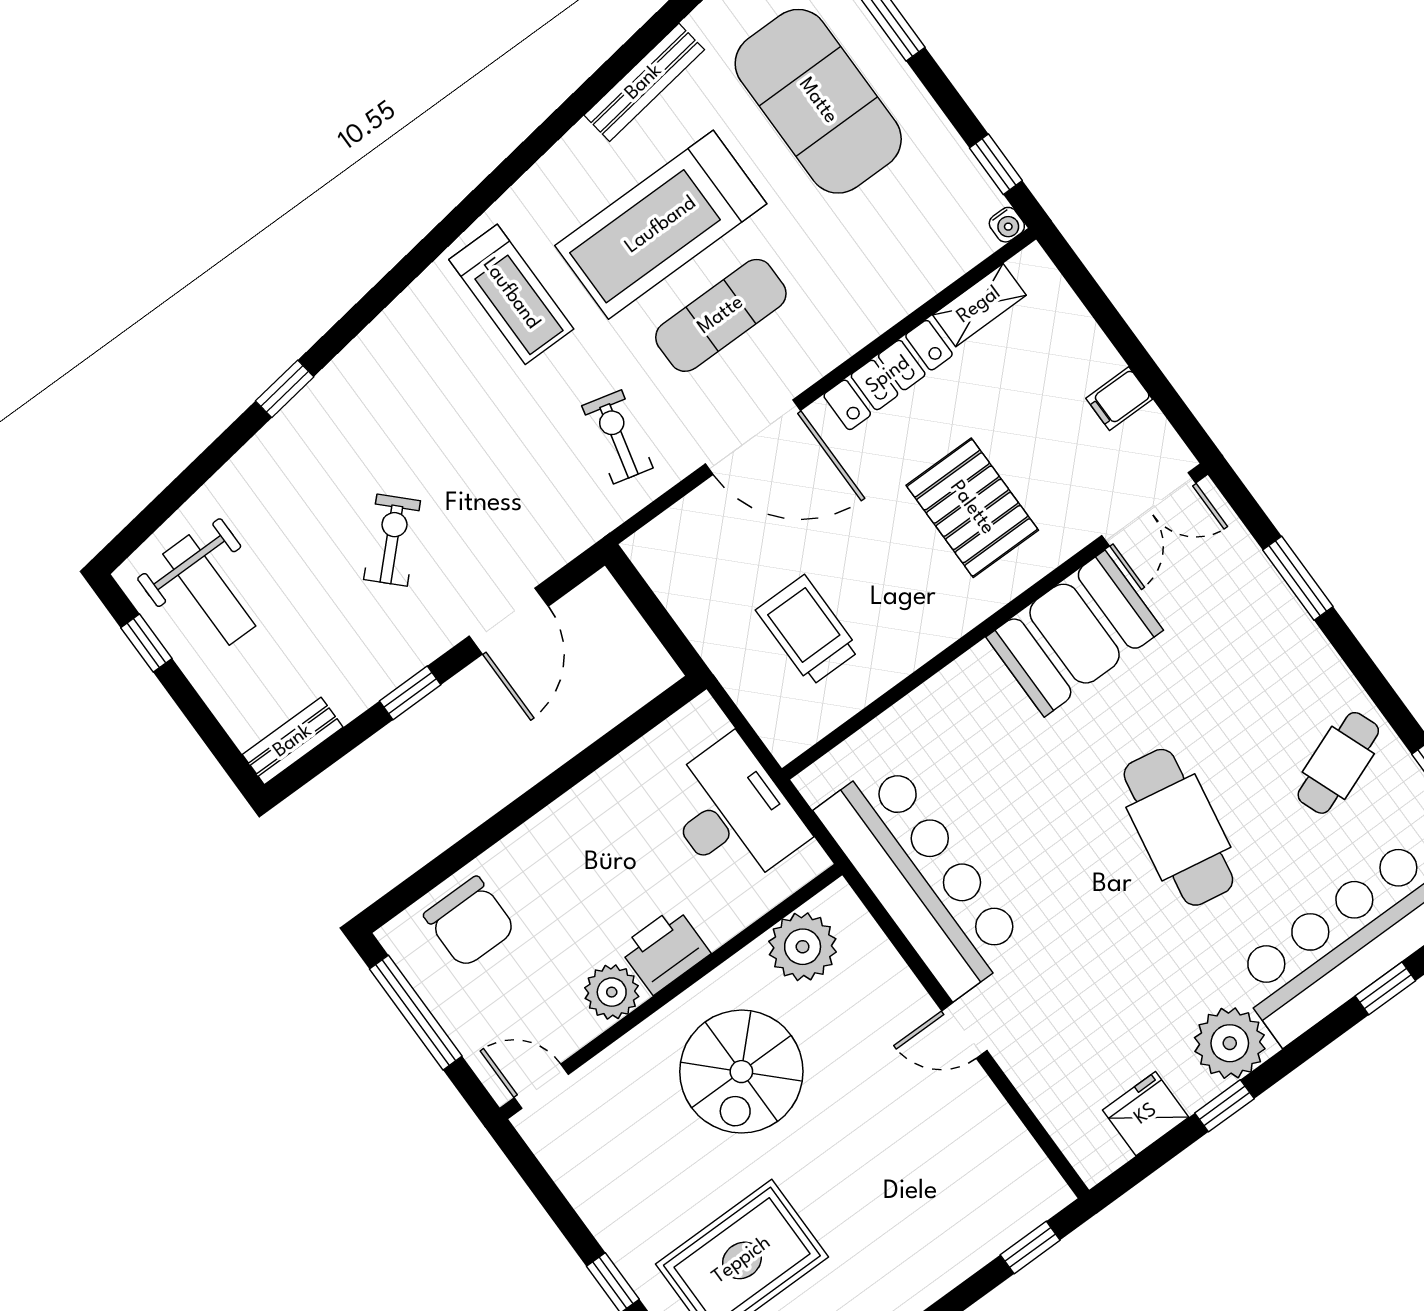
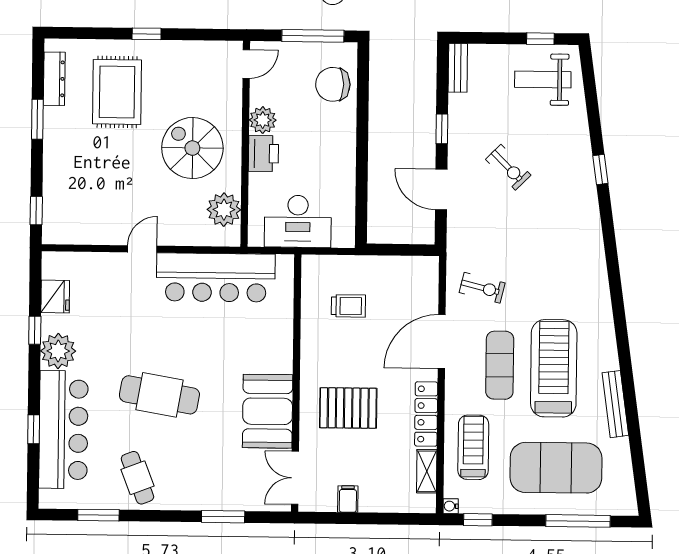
treadmill: (511, 294) -> (473, 447), moved, turned 90
trolley: (808, 630) -> (348, 306), width x0.73, depth x0.72

